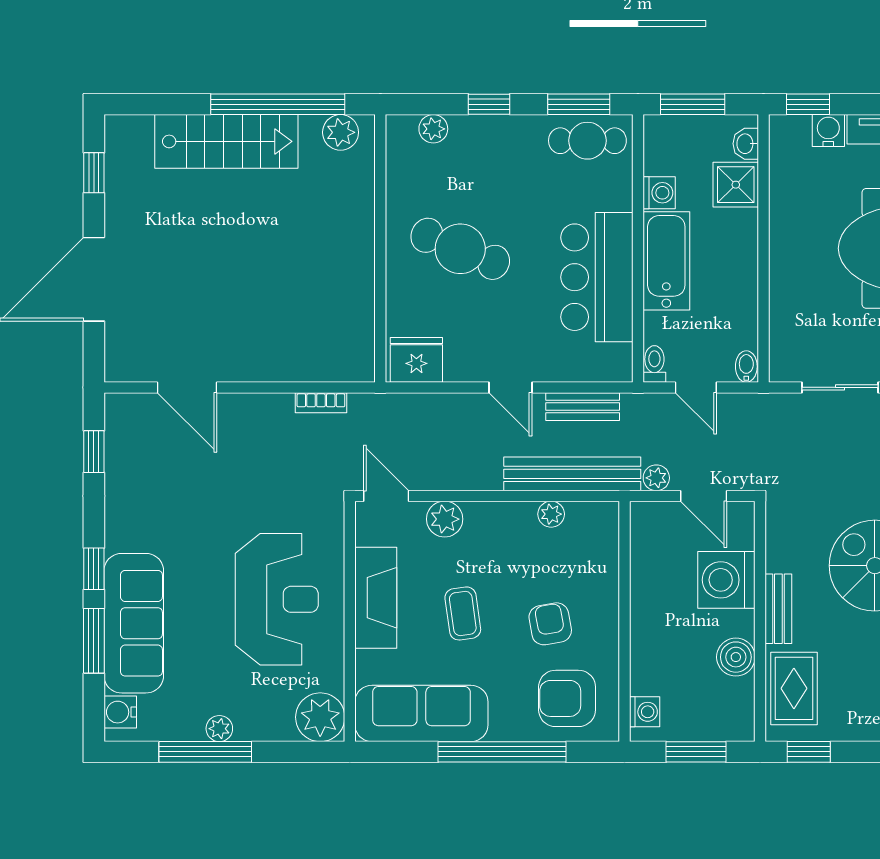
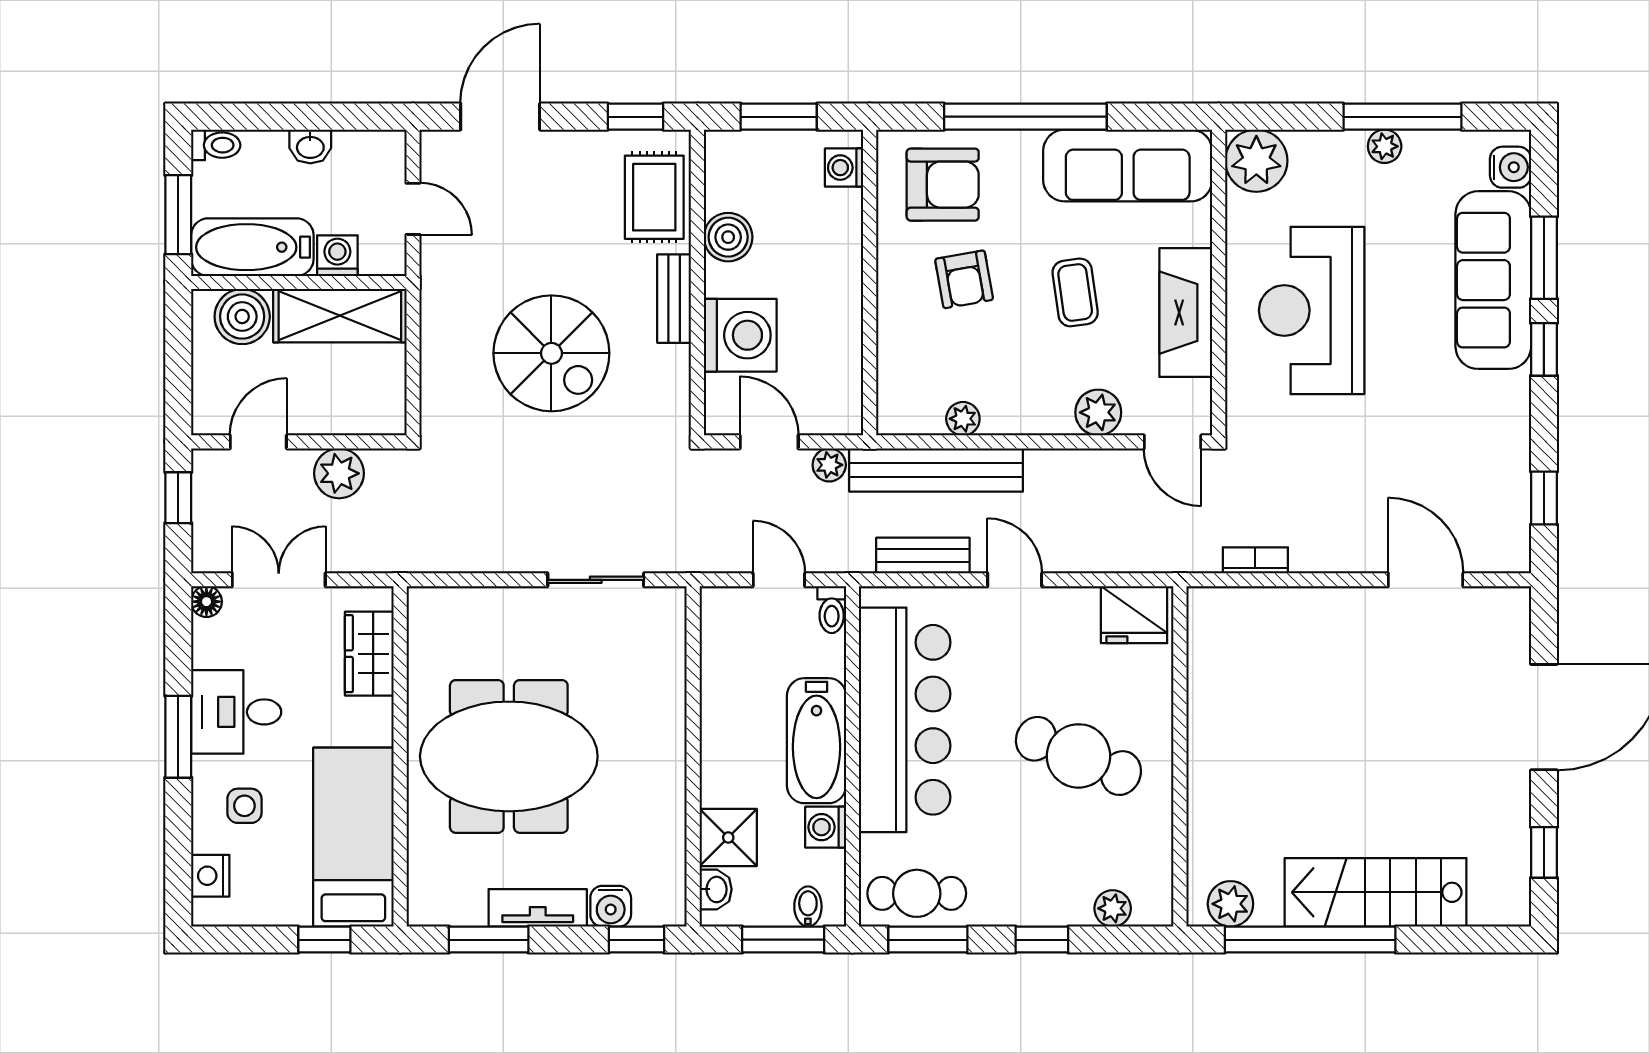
bar counter: (597, 277) -> (905, 720), width x1.36
bidet: (746, 367) -> (808, 906), moved, turned 180

